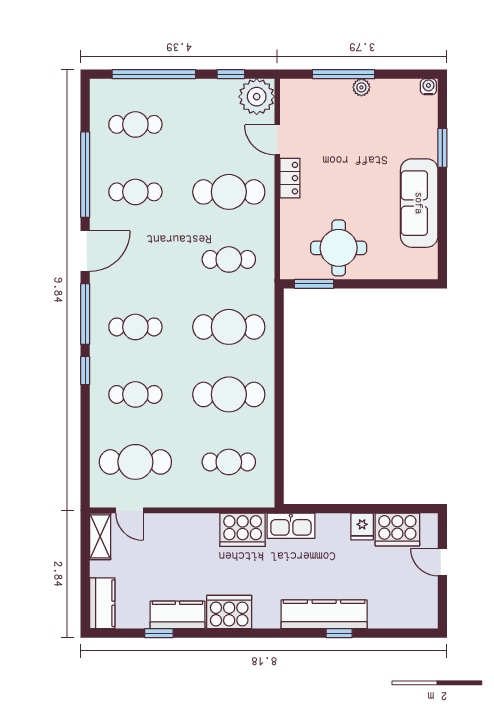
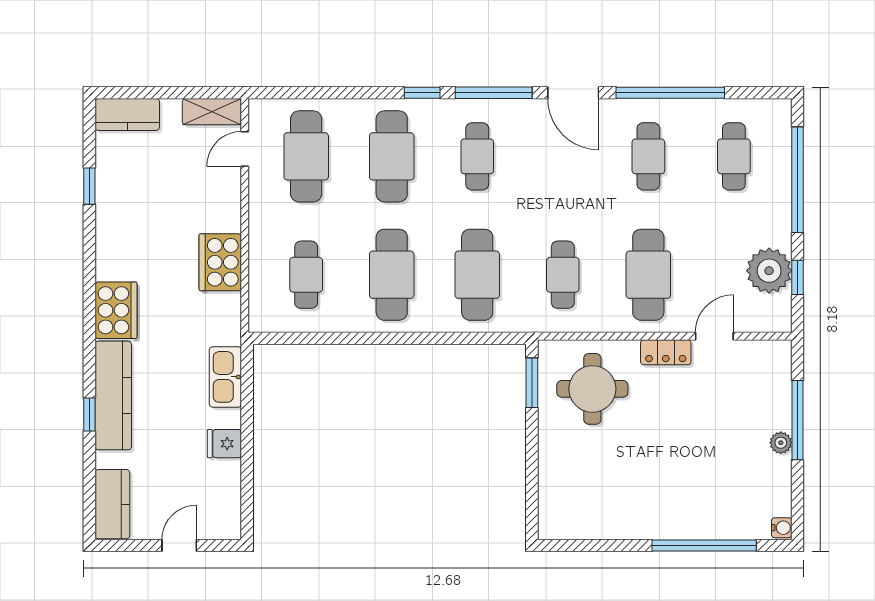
plant: (257, 97) -> (769, 271), moved
window: (442, 148) -> (704, 545), width x2.11
sofa: (419, 203) -> (634, 516), removed
round table: (339, 248) -> (592, 389), moved
cafe table: (135, 394) -> (392, 156), width x1.37, depth x1.35
kitchen sink: (291, 526) -> (225, 377), moved
cooker: (397, 529) -> (221, 488), removed
cooker: (243, 530) -> (220, 262), moved
cooker: (229, 612) -> (116, 310), moved
kitchen counter: (178, 615) -> (112, 504), moved

